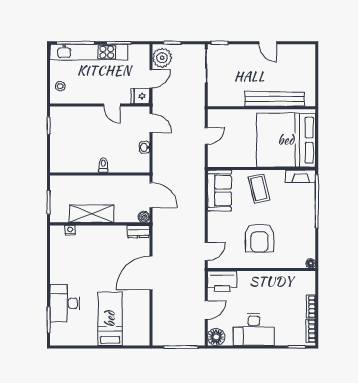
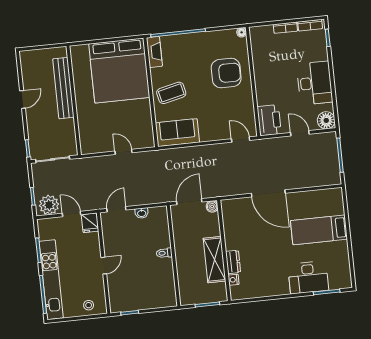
bench: (275, 99) -> (63, 88), moved
door: (112, 105) -> (104, 266), moved
wall: (262, 108) -> (74, 100), moved
dresser: (138, 232) -> (233, 262), moved
armchair: (259, 238) -> (226, 73), moved

